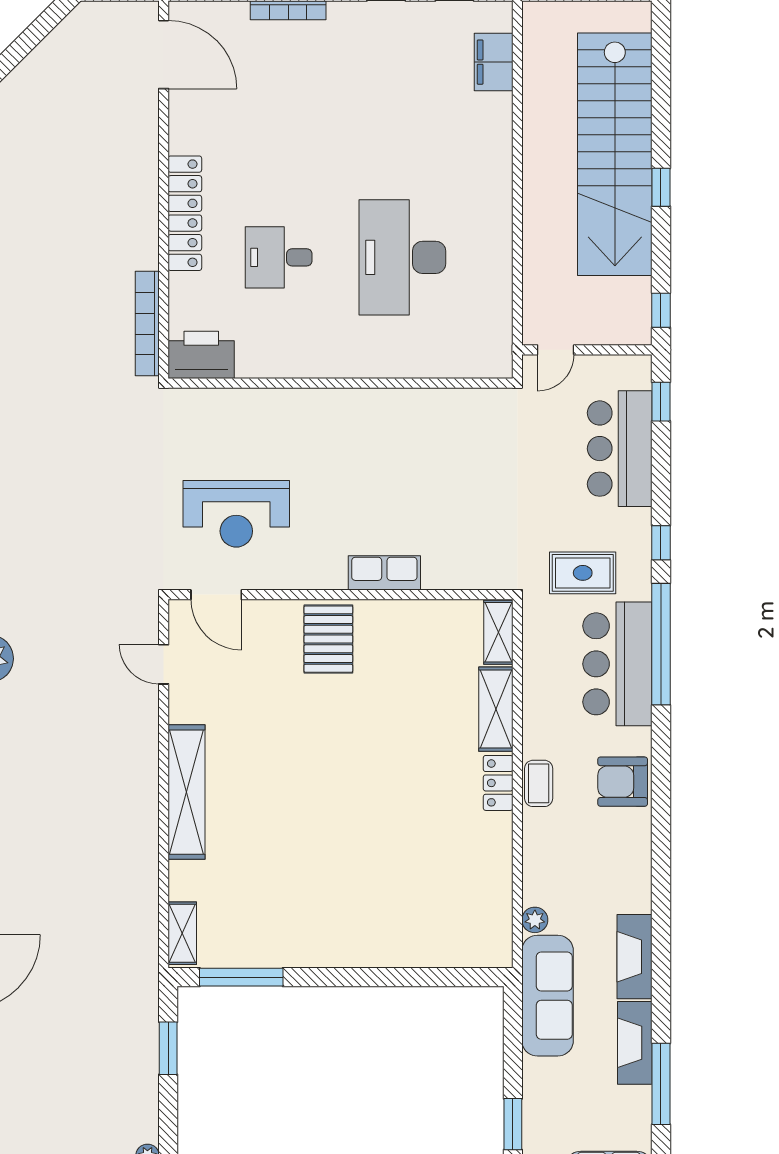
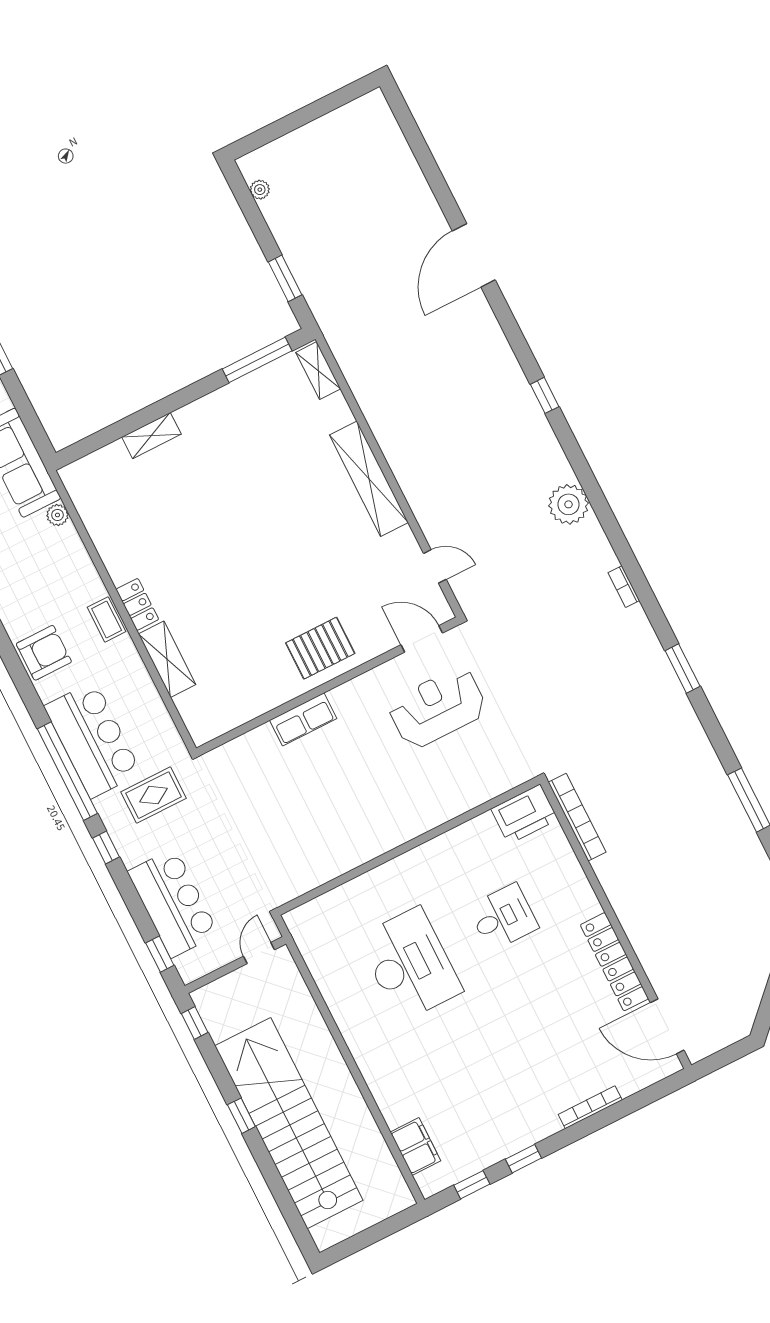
locker: (185, 213) -> (614, 962), moved
shelving: (498, 632) -> (151, 436), moved, turned 90
pallet: (328, 639) -> (320, 648), turned 90

